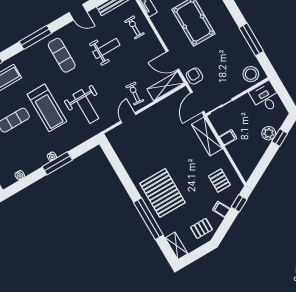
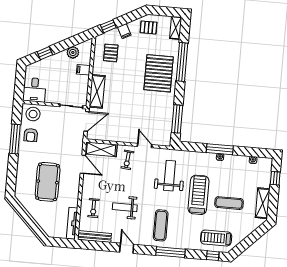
armchair: (194, 76) -> (31, 135), moved
door: (128, 118) -> (145, 146), swing flipped
plant: (269, 133) -> (73, 52), moved
filing cabinet: (228, 138) -> (83, 70), moved
window: (116, 163) -> (177, 119), added

